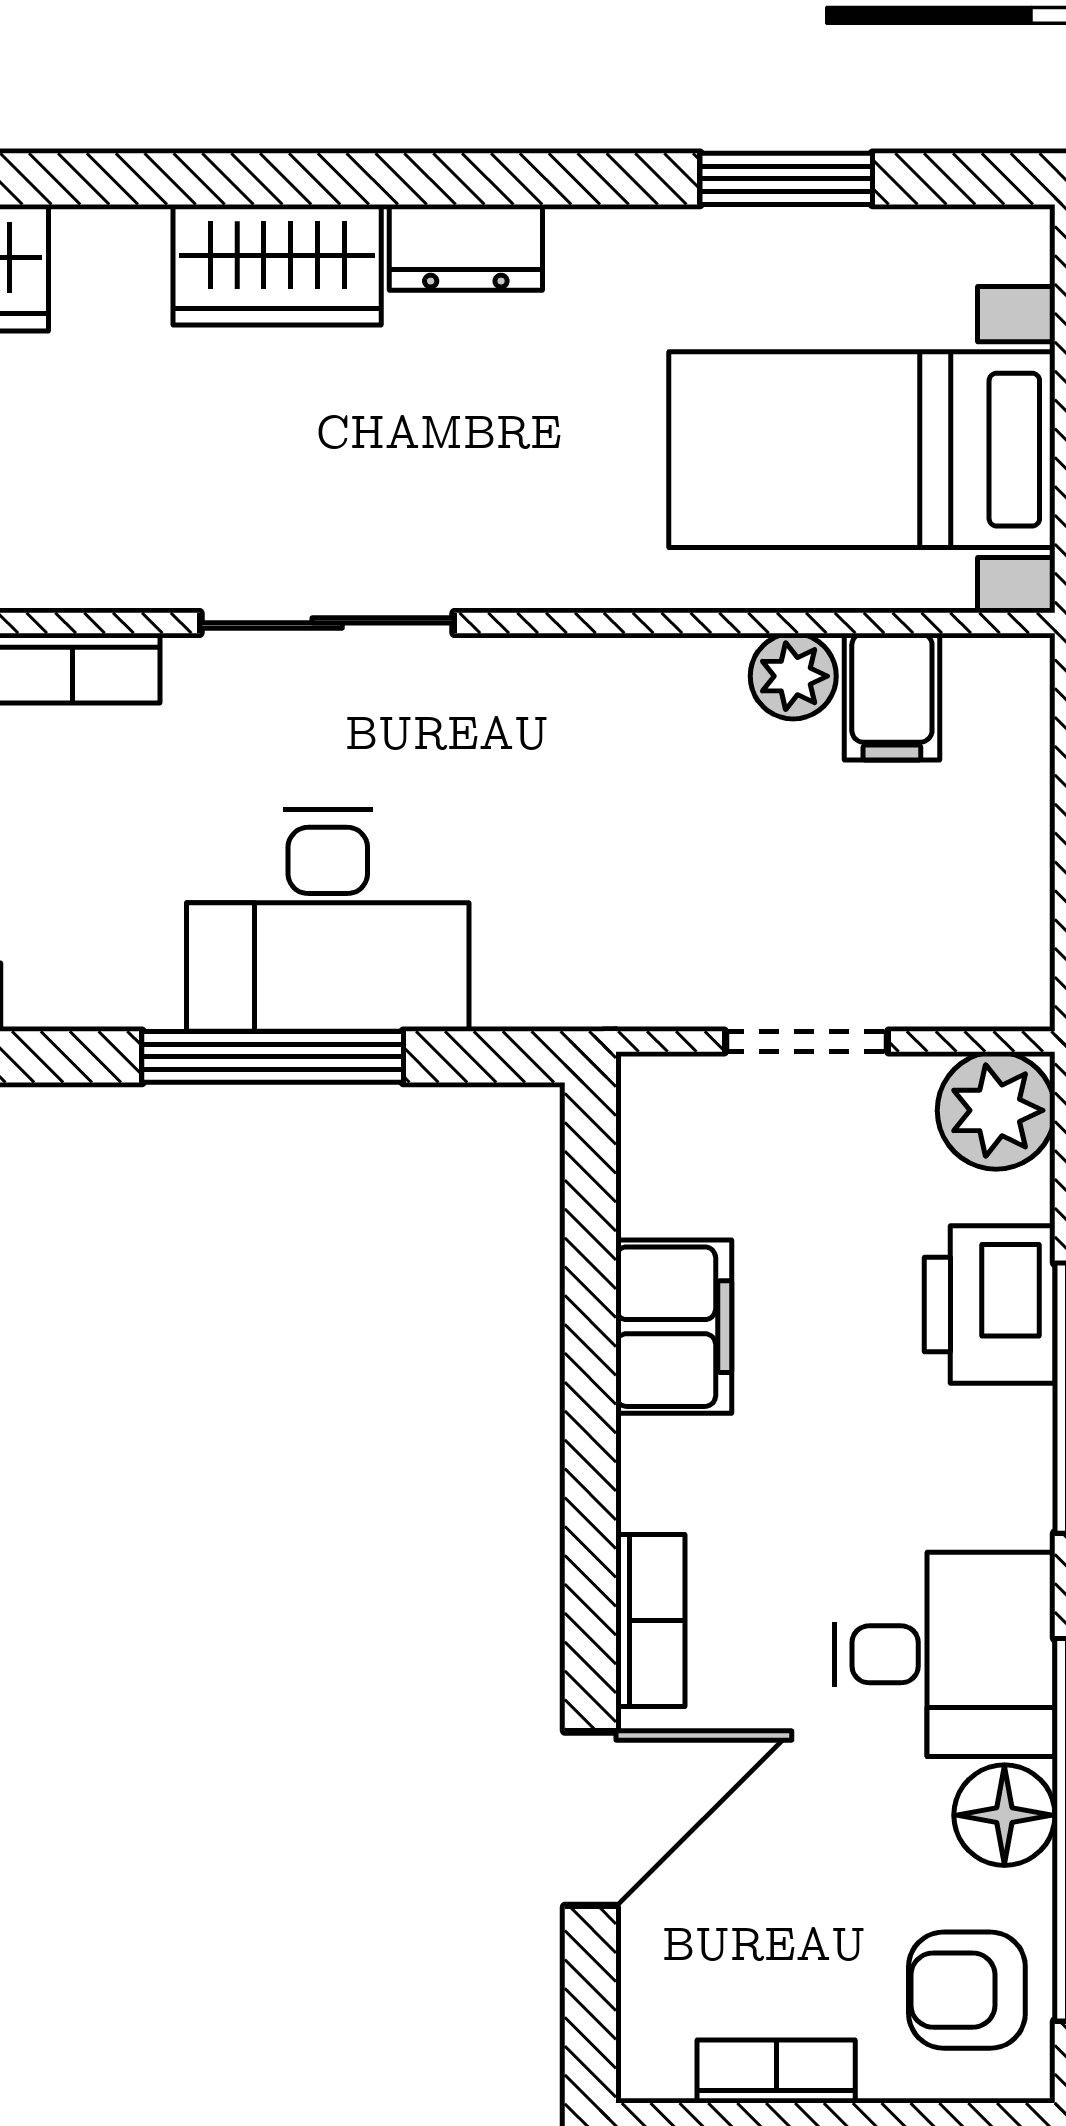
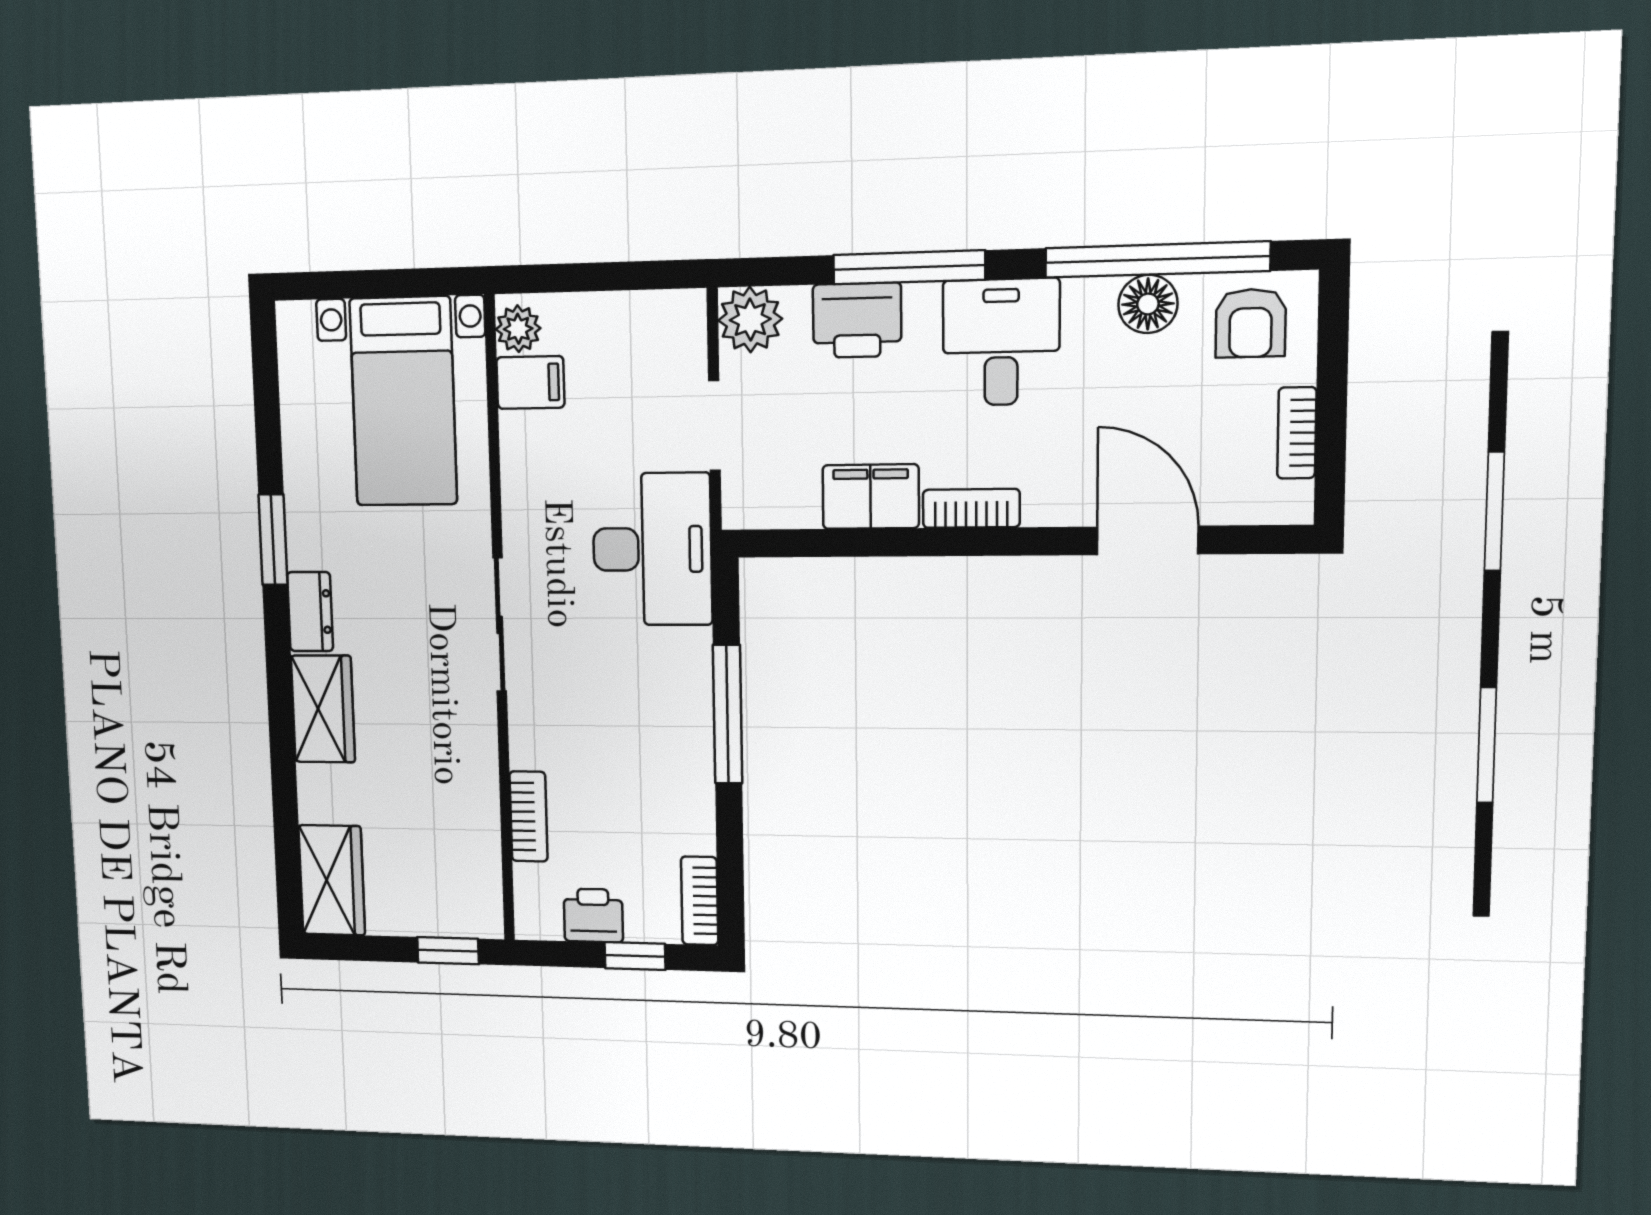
window: (786, 179) -> (273, 540), moved
sliding door: (327, 623) -> (500, 625), moved
plant: (793, 676) -> (518, 329), moved
desk: (328, 920) -> (652, 549), moved
bookcase: (650, 1620) -> (971, 508), moved
desk: (945, 1654) -> (1001, 342), moved

